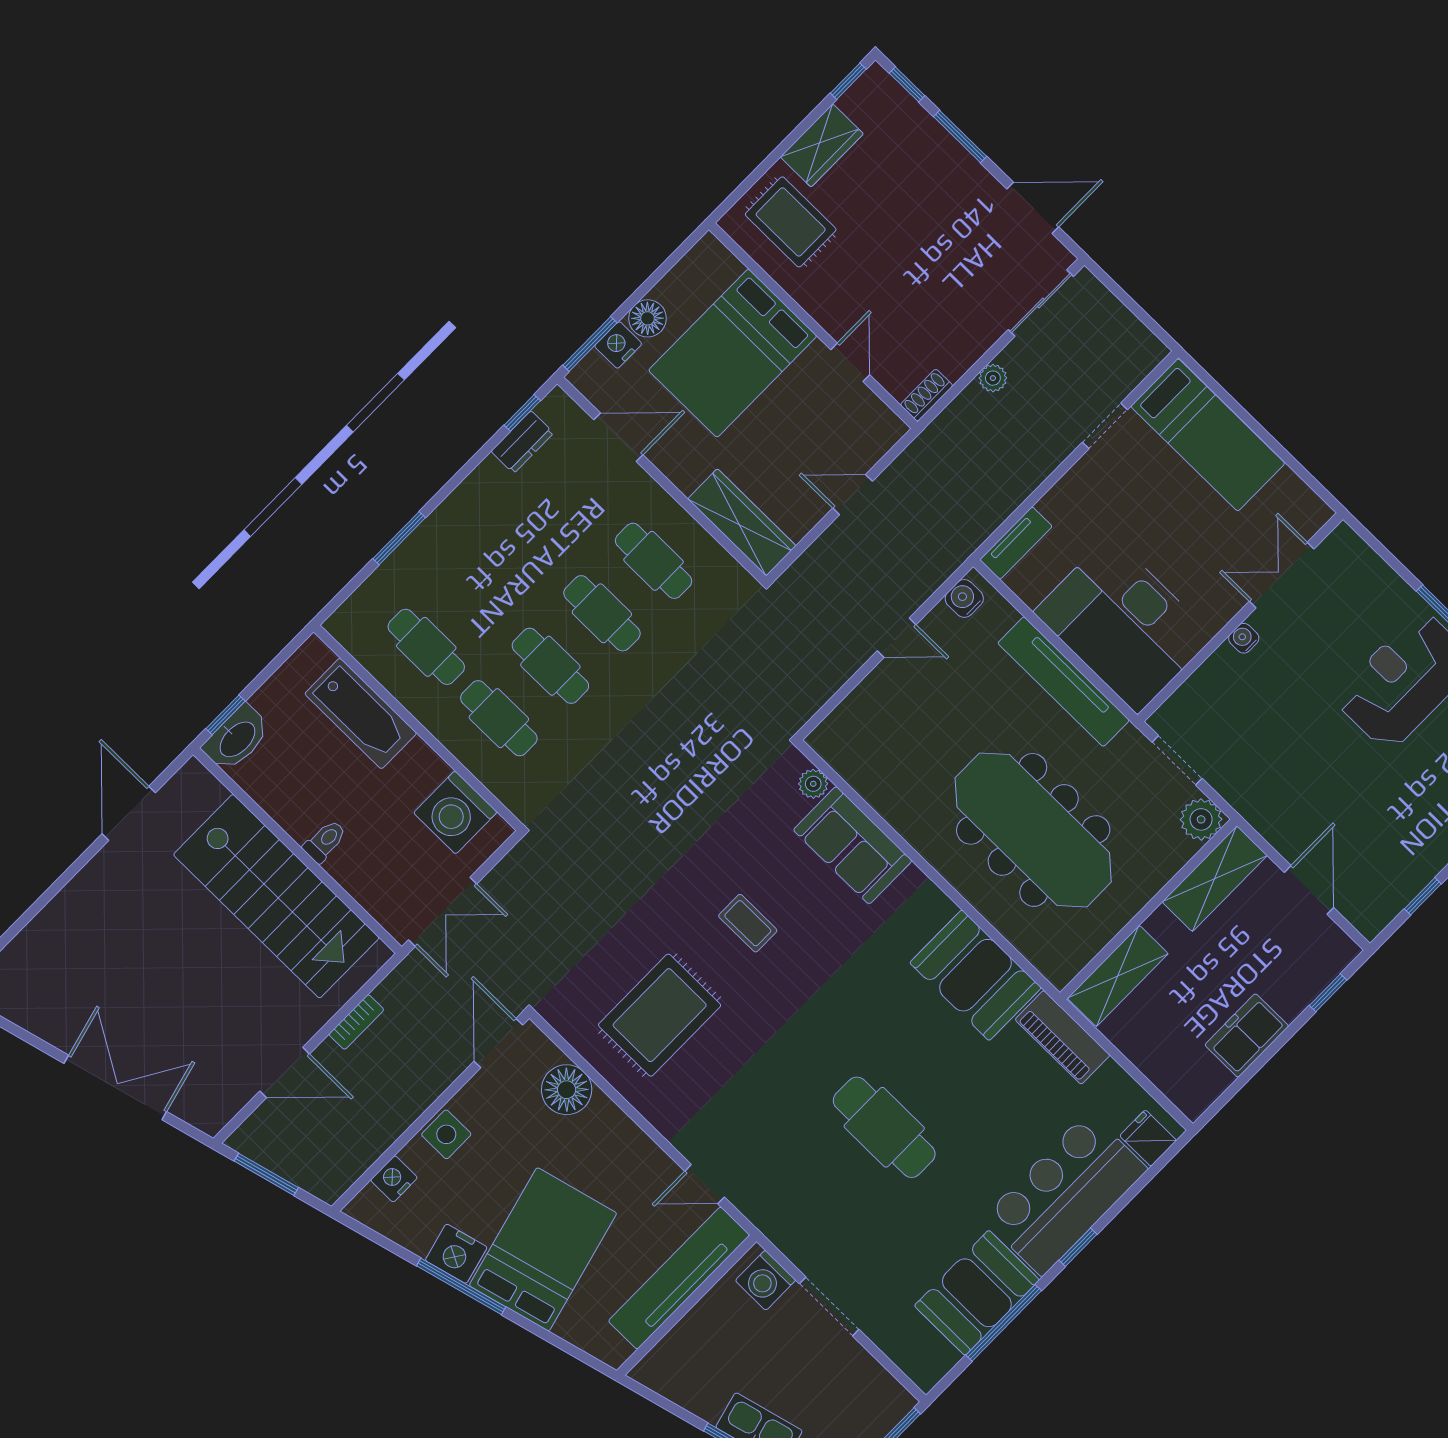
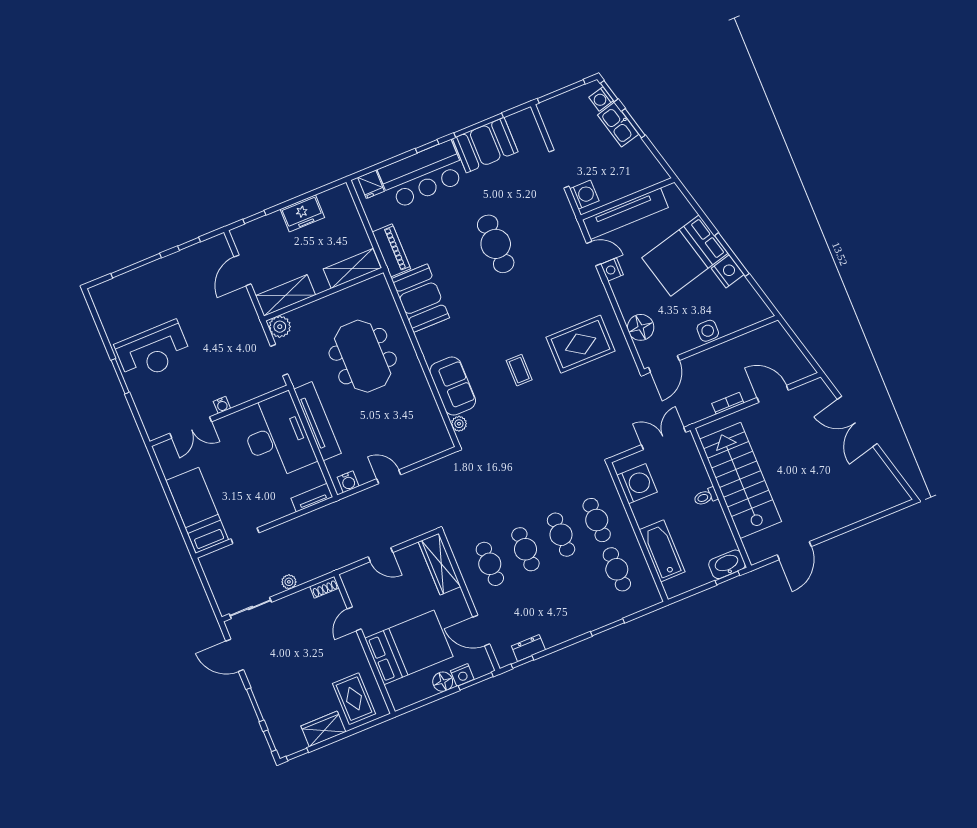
meeting table: (1033, 830) -> (363, 356), width x0.73
window: (266, 1174) -> (803, 349), removed
nightstand: (394, 1179) -> (612, 269), moved, turned 90

